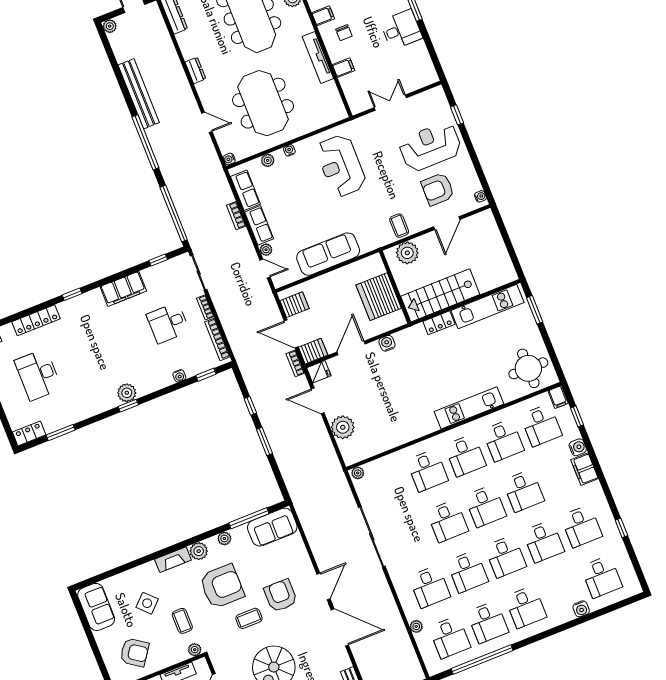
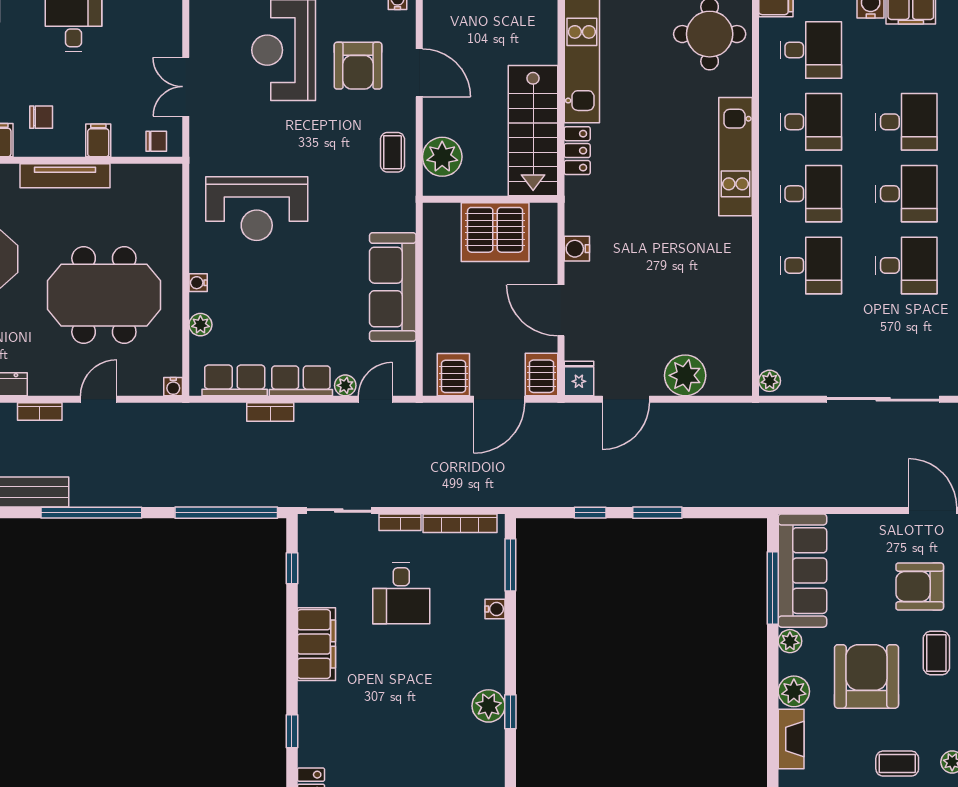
chair: (355, 98) -> (156, 141), added
coffee table: (399, 226) -> (392, 152), turned 90
bookcase: (295, 363) -> (40, 411), moved
window: (206, 375) -> (510, 565), width x1.50
sofa: (272, 527) -> (802, 571), width x1.36

